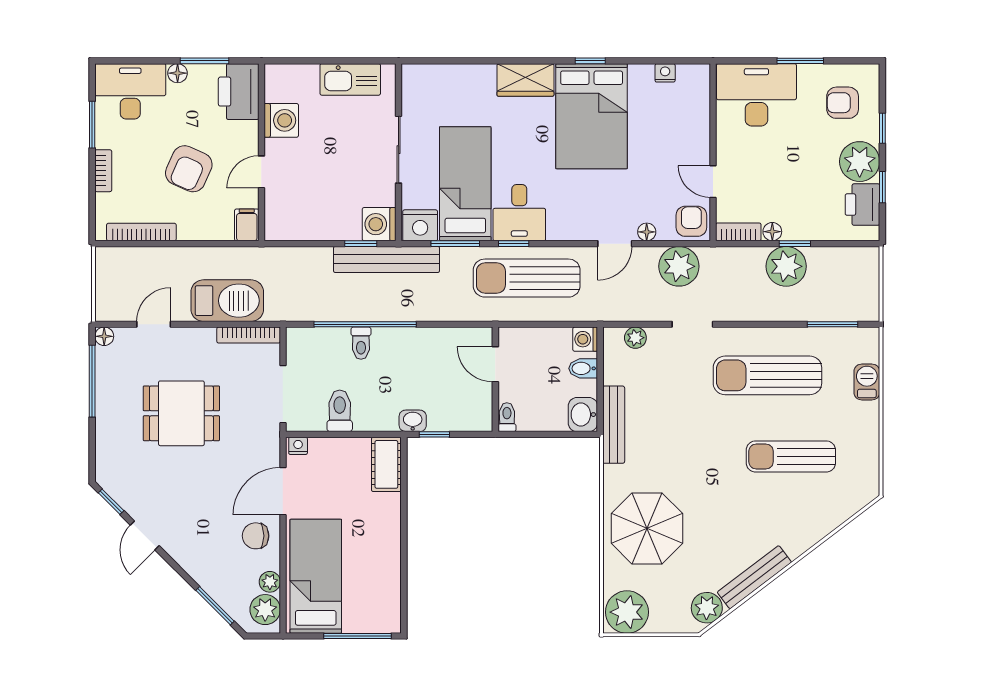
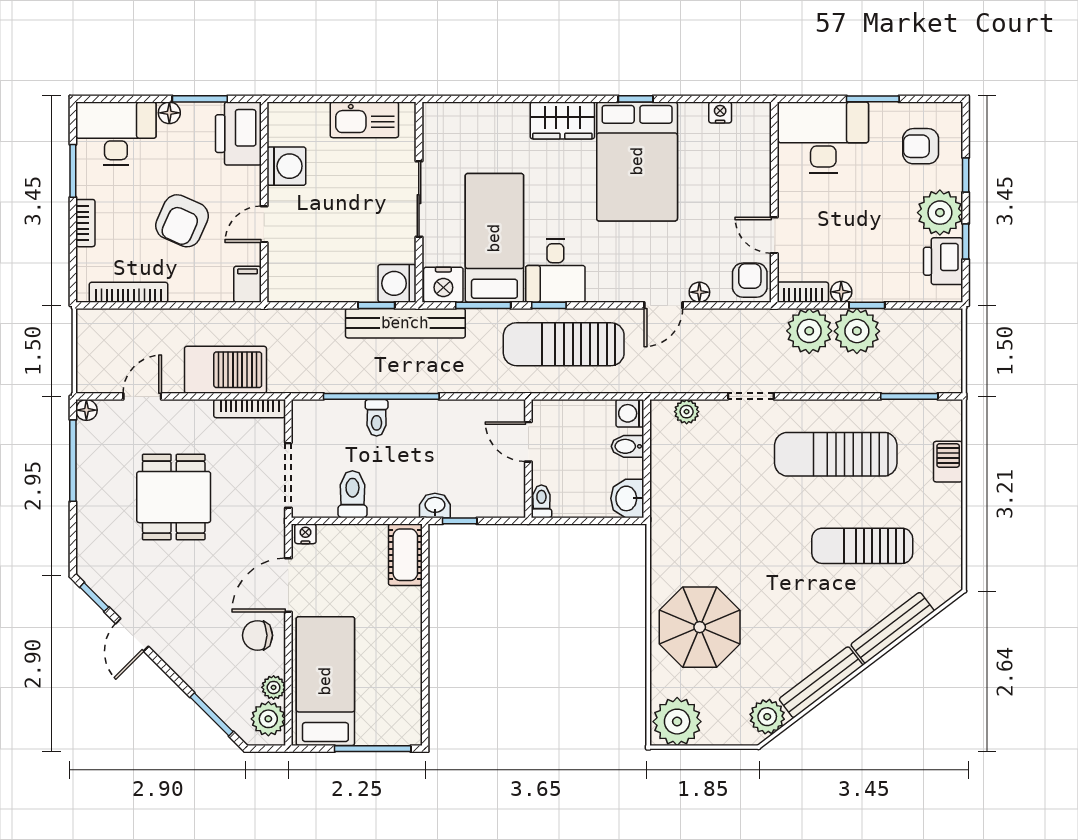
plant: (679, 266) -> (809, 331), moved
dining table: (181, 413) -> (174, 497), turned 90
bench: (614, 425) -> (893, 628), moved, turned 53

